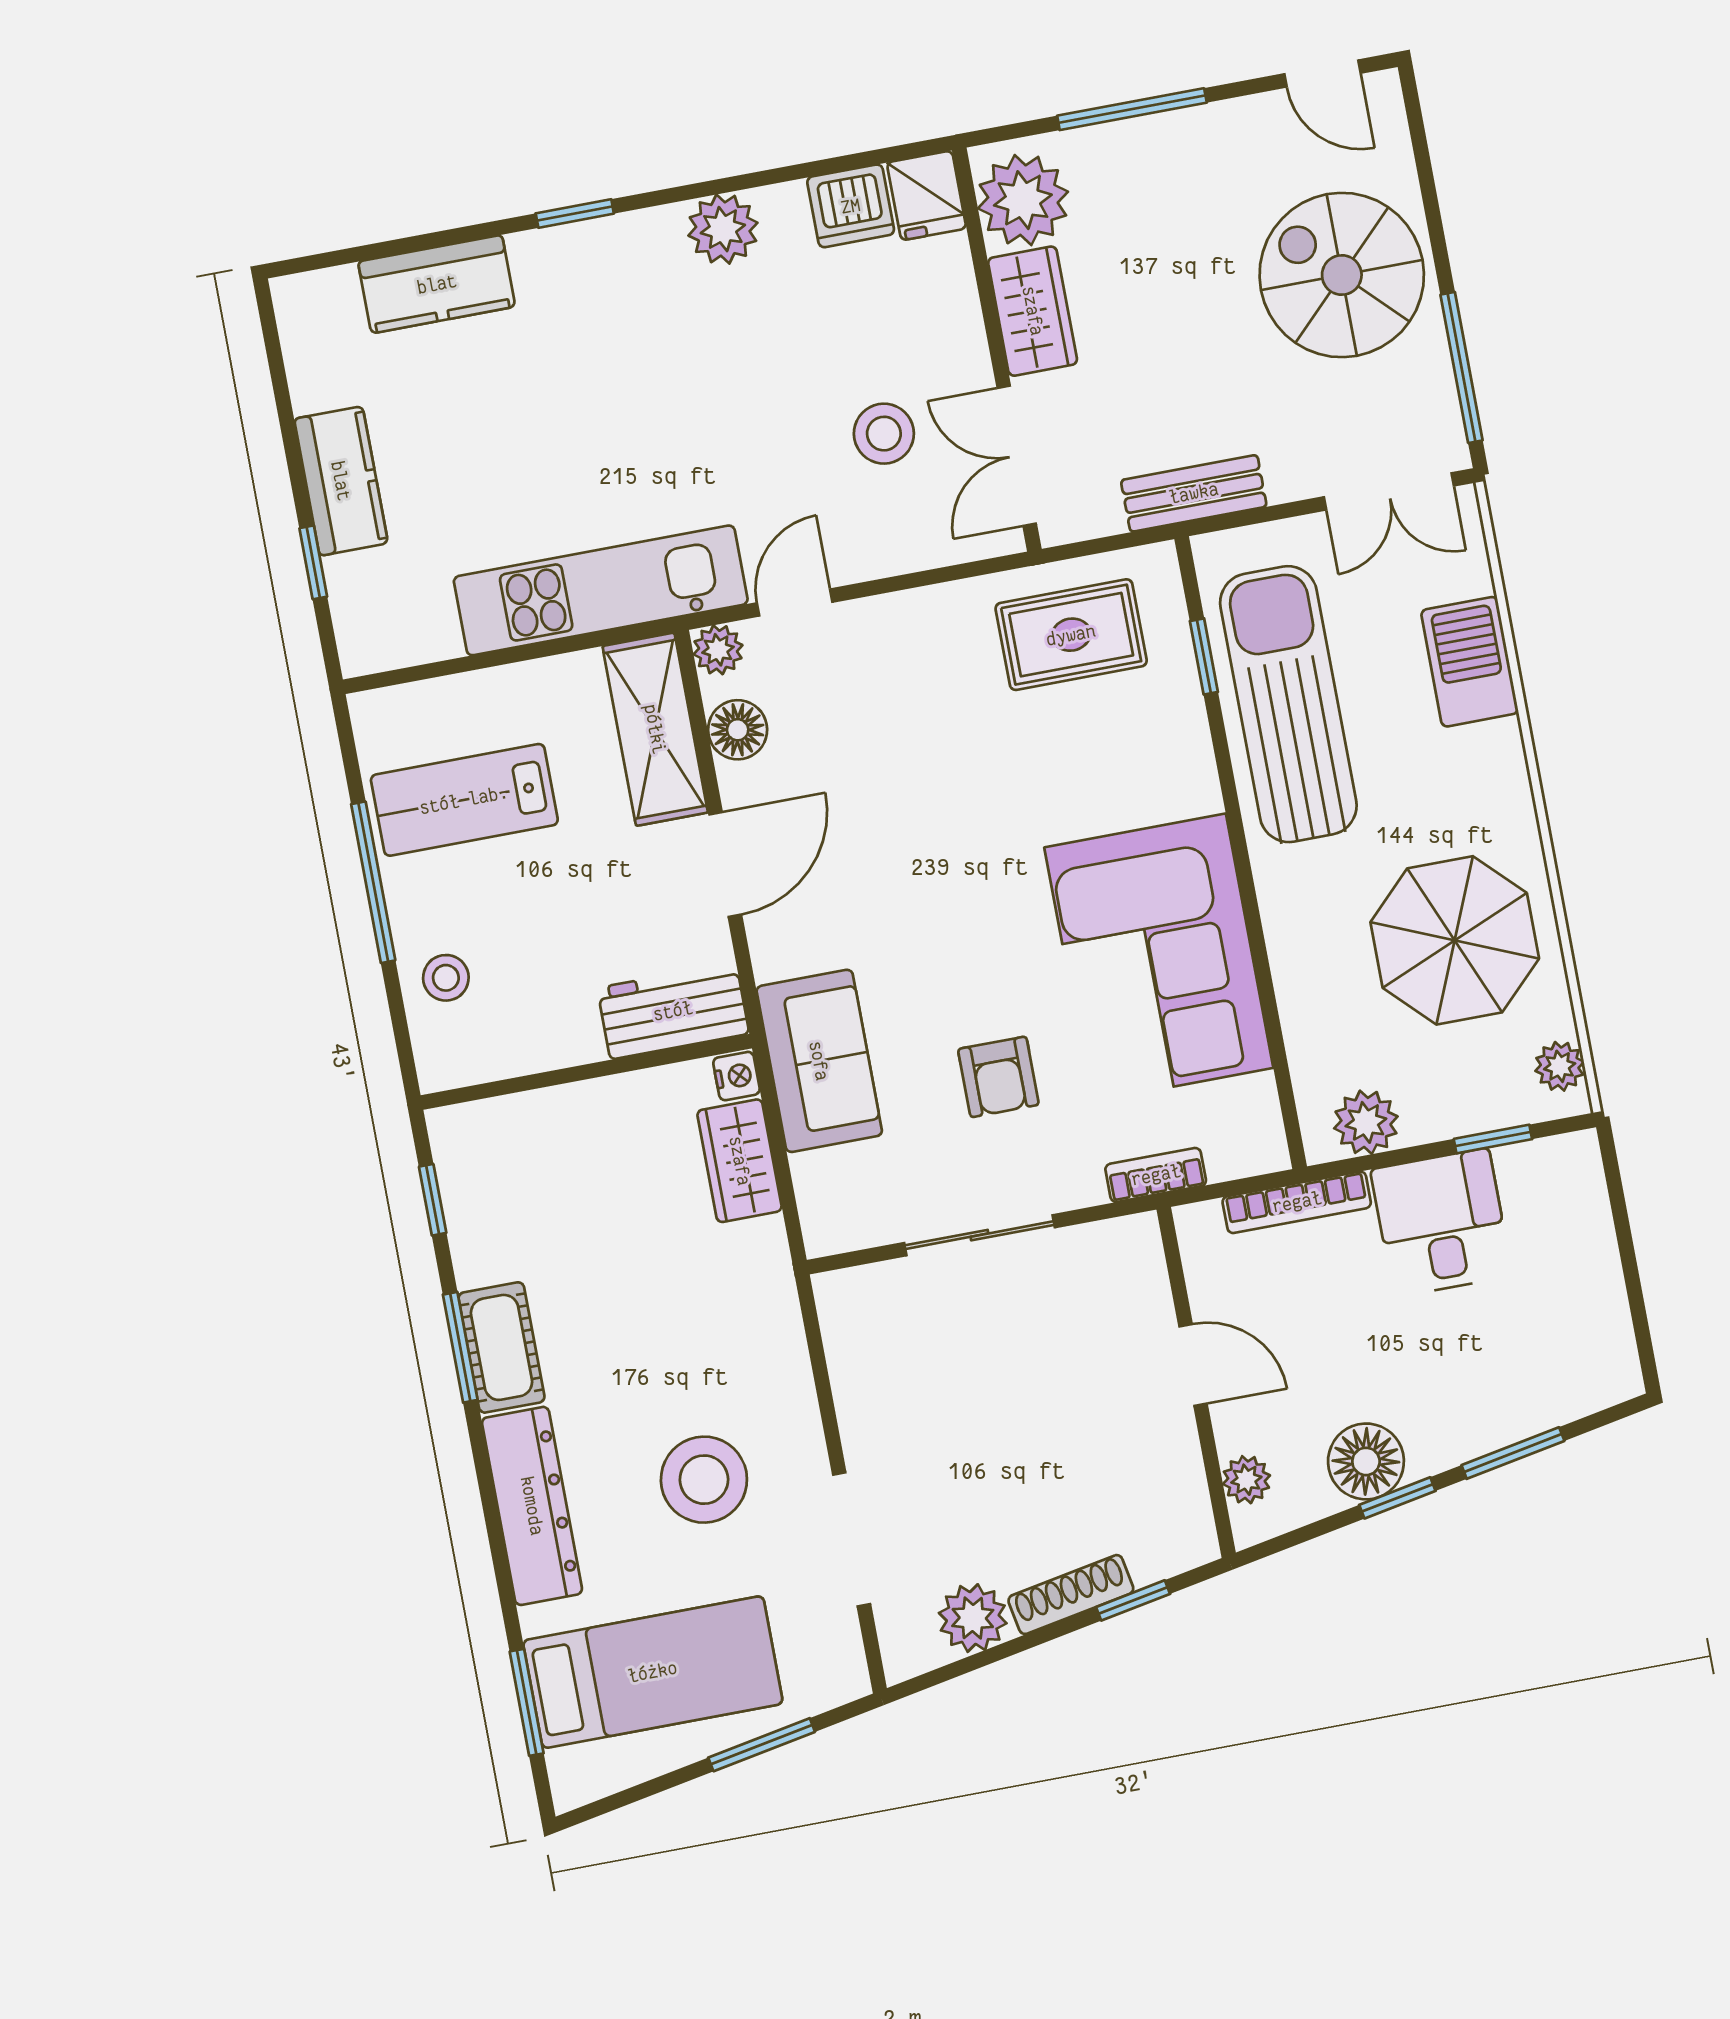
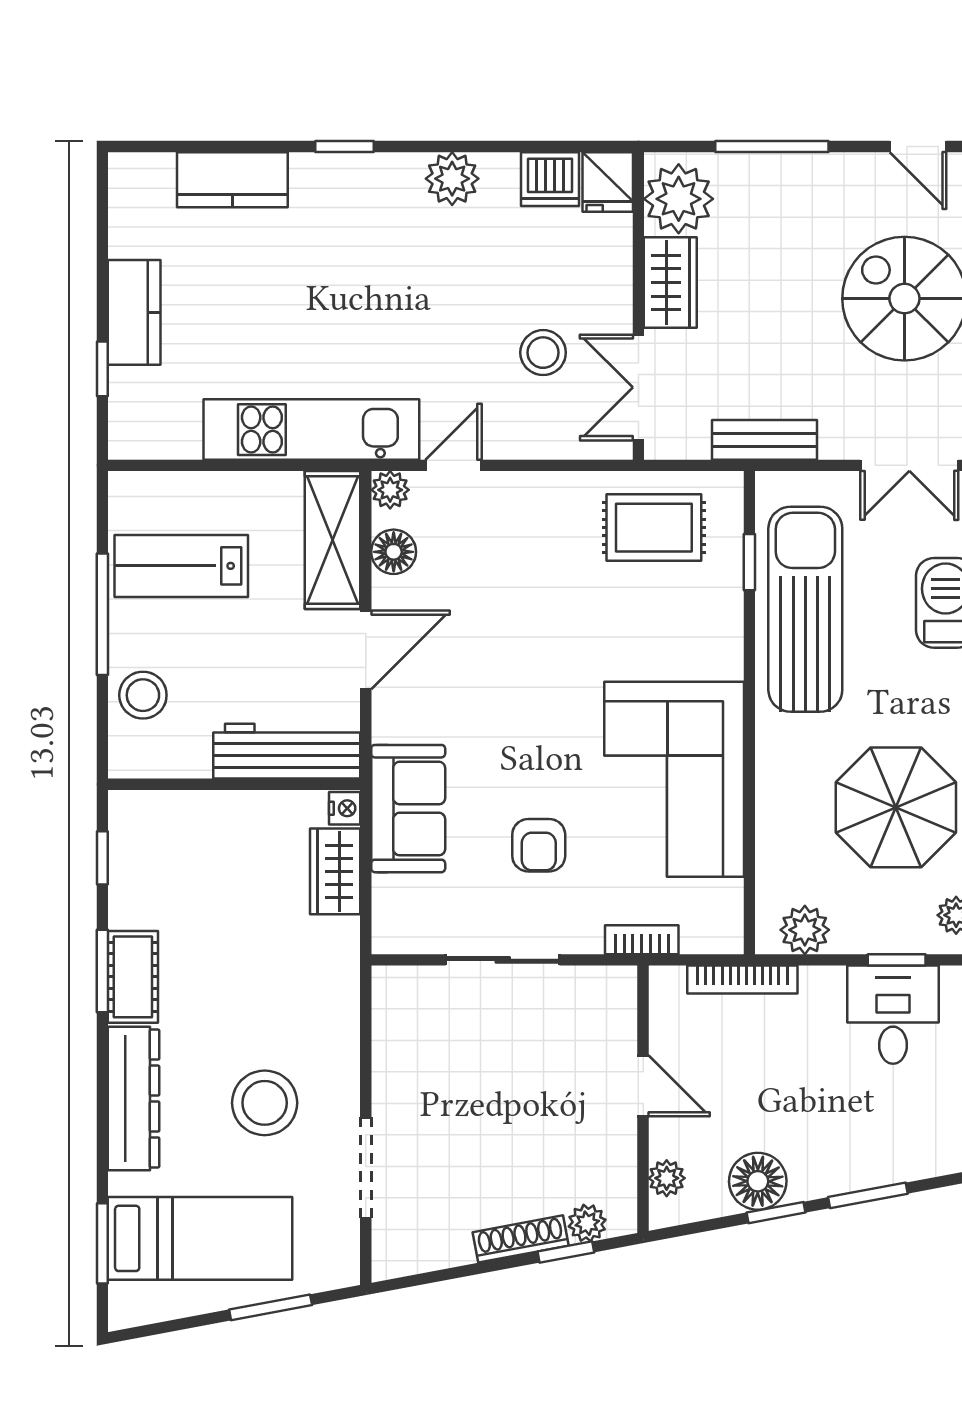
stool: (446, 978) -> (143, 695), width x1.37, depth x1.37
workbench: (673, 1011) -> (287, 751), width x1.38
desk: (1441, 1223) -> (893, 1015), moved
plant: (973, 1618) -> (587, 1223), moved, width x0.73, depth x0.73

